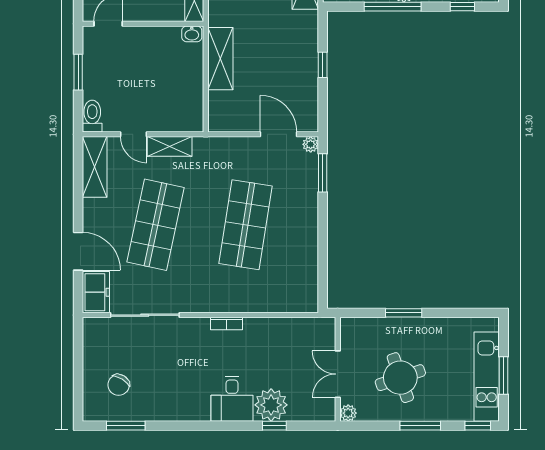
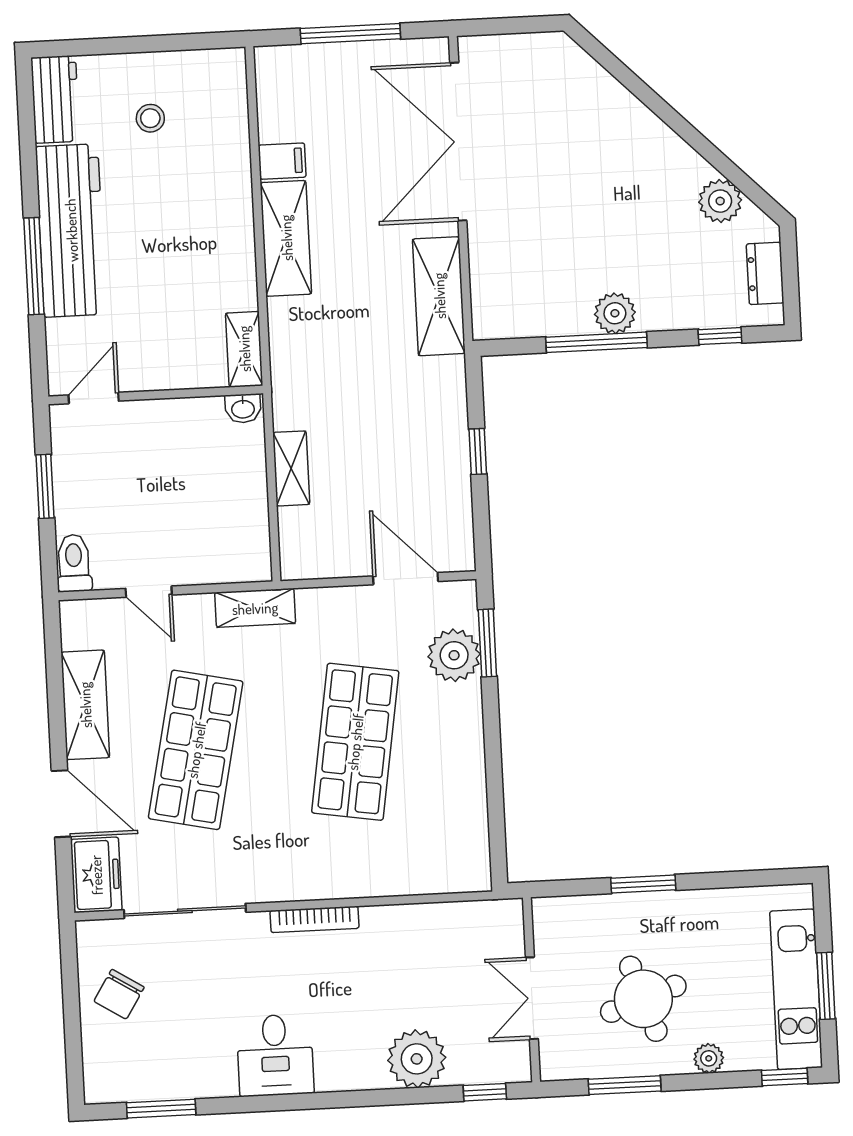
shelving: (220, 59) -> (291, 468), width x0.67, depth x0.75
plant: (311, 144) -> (454, 655), moved, width x1.88, depth x1.88
shelving: (170, 146) -> (255, 608), moved
shelving: (95, 167) -> (85, 705), moved
bookcase: (226, 324) -> (315, 919), width x1.56
chair: (119, 385) -> (119, 994), moved
desk: (232, 399) -> (275, 1055), moved
plant: (348, 413) -> (709, 1058), moved
window: (274, 426) -> (485, 1092), moved
window: (420, 426) -> (625, 1085), moved

